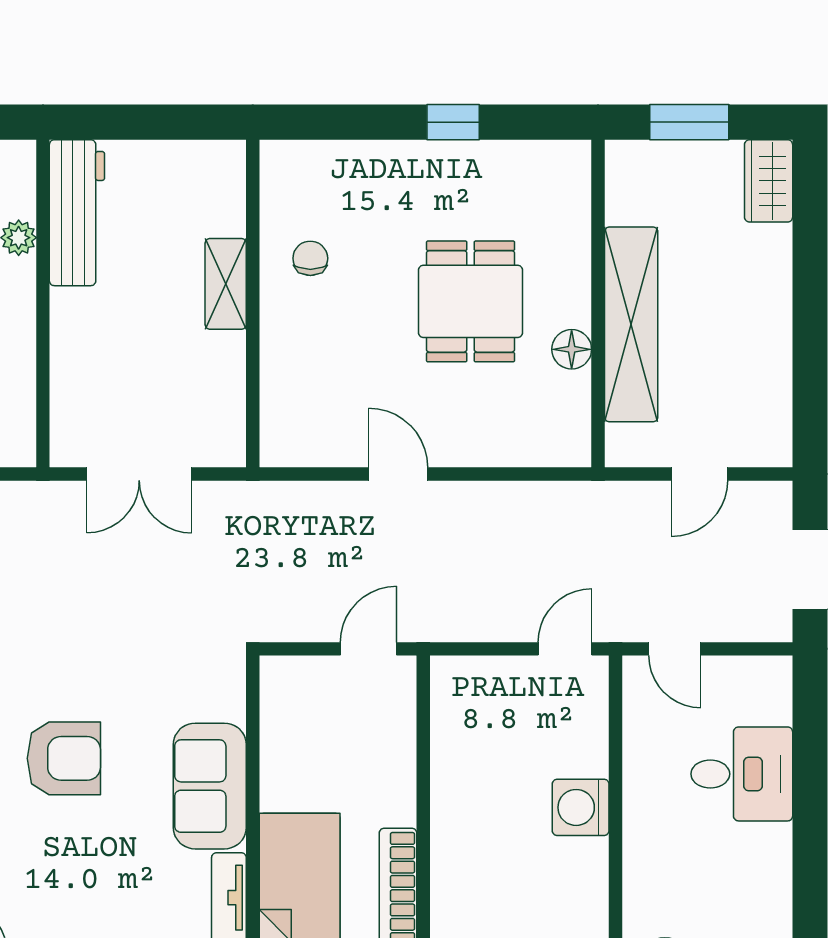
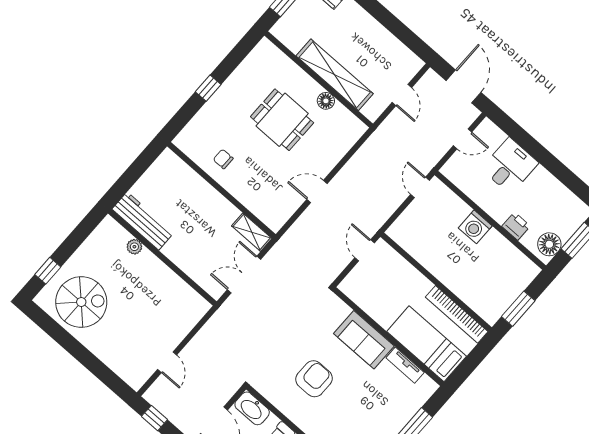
window: (453, 122) -> (208, 88), moved
shelving: (226, 284) -> (252, 232), moved
double door: (139, 474) -> (244, 275), swing flipped
door: (675, 649) -> (463, 139), moved
printer: (645, 878) -> (516, 226), added

